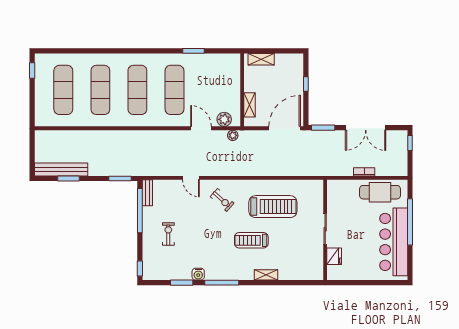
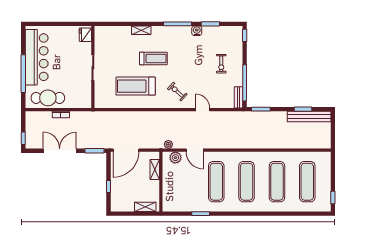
fridge: (334, 256) -> (85, 35), moved

